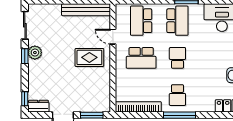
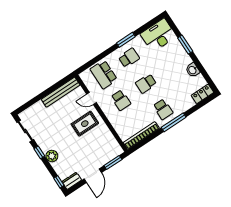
school desk: (177, 21) -> (129, 58), width x0.54
plant: (35, 53) -> (52, 156), moved
school desk: (141, 58) -> (121, 100), width x0.54
school desk: (177, 58) -> (146, 84), turned -90

